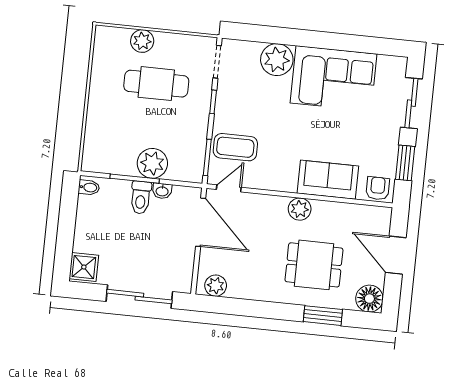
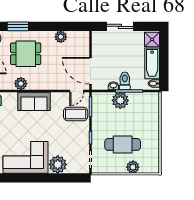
sofa: (328, 180) -> (34, 101), moved
plant: (300, 209) -> (21, 84), moved
bathtub: (88, 224) -> (152, 63), added
plant: (216, 286) -> (61, 37), moved
sliding door: (139, 297) -> (120, 26), width x0.73

